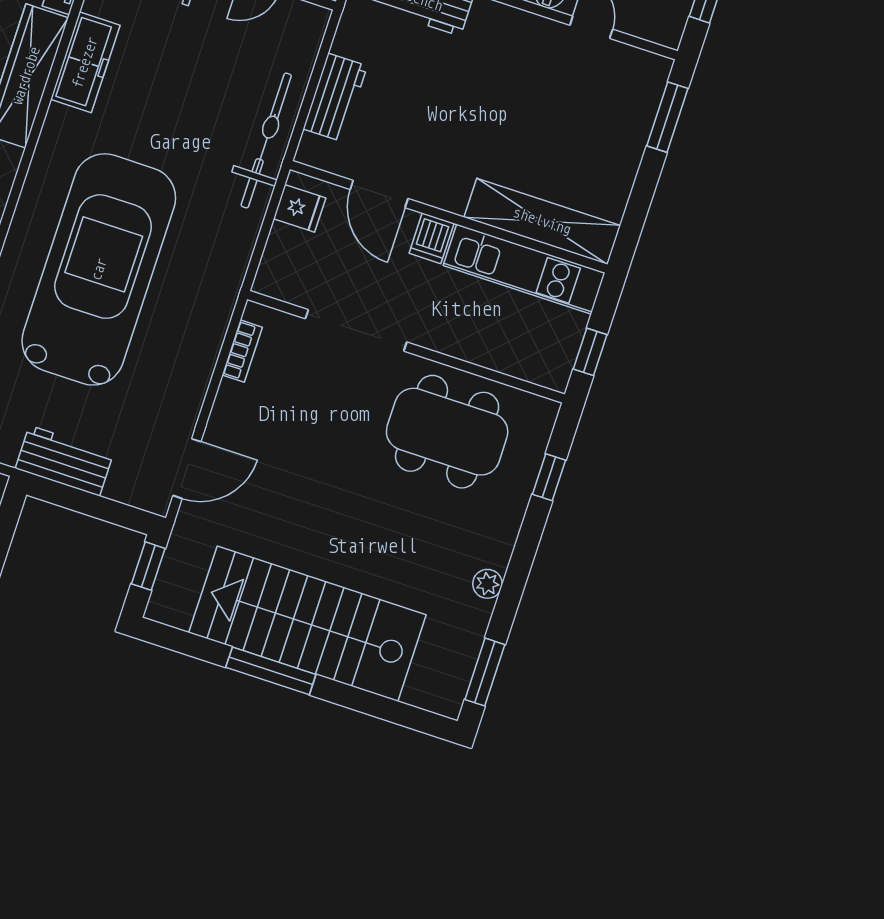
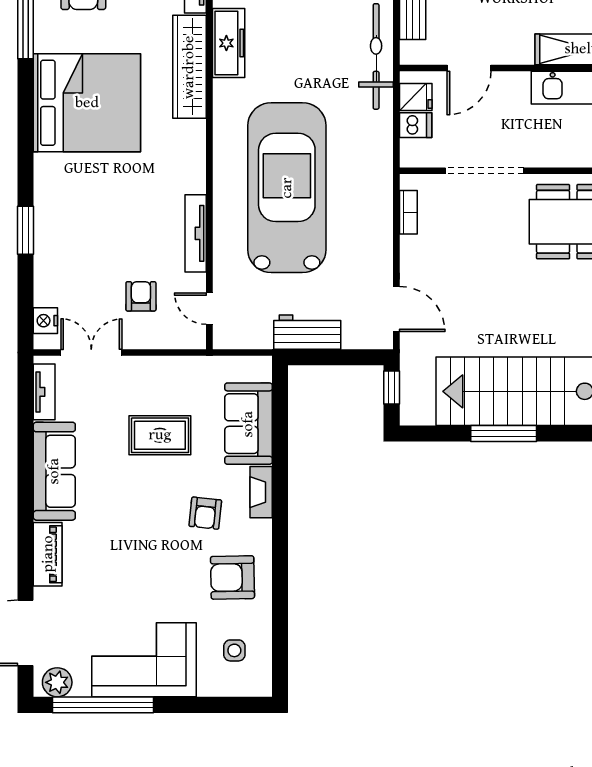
door: (379, 194) -> (469, 68), hinge flipped
dishwasher: (432, 238) -> (416, 125), moved, turned -90
door: (187, 469) -> (396, 309), hinge flipped

